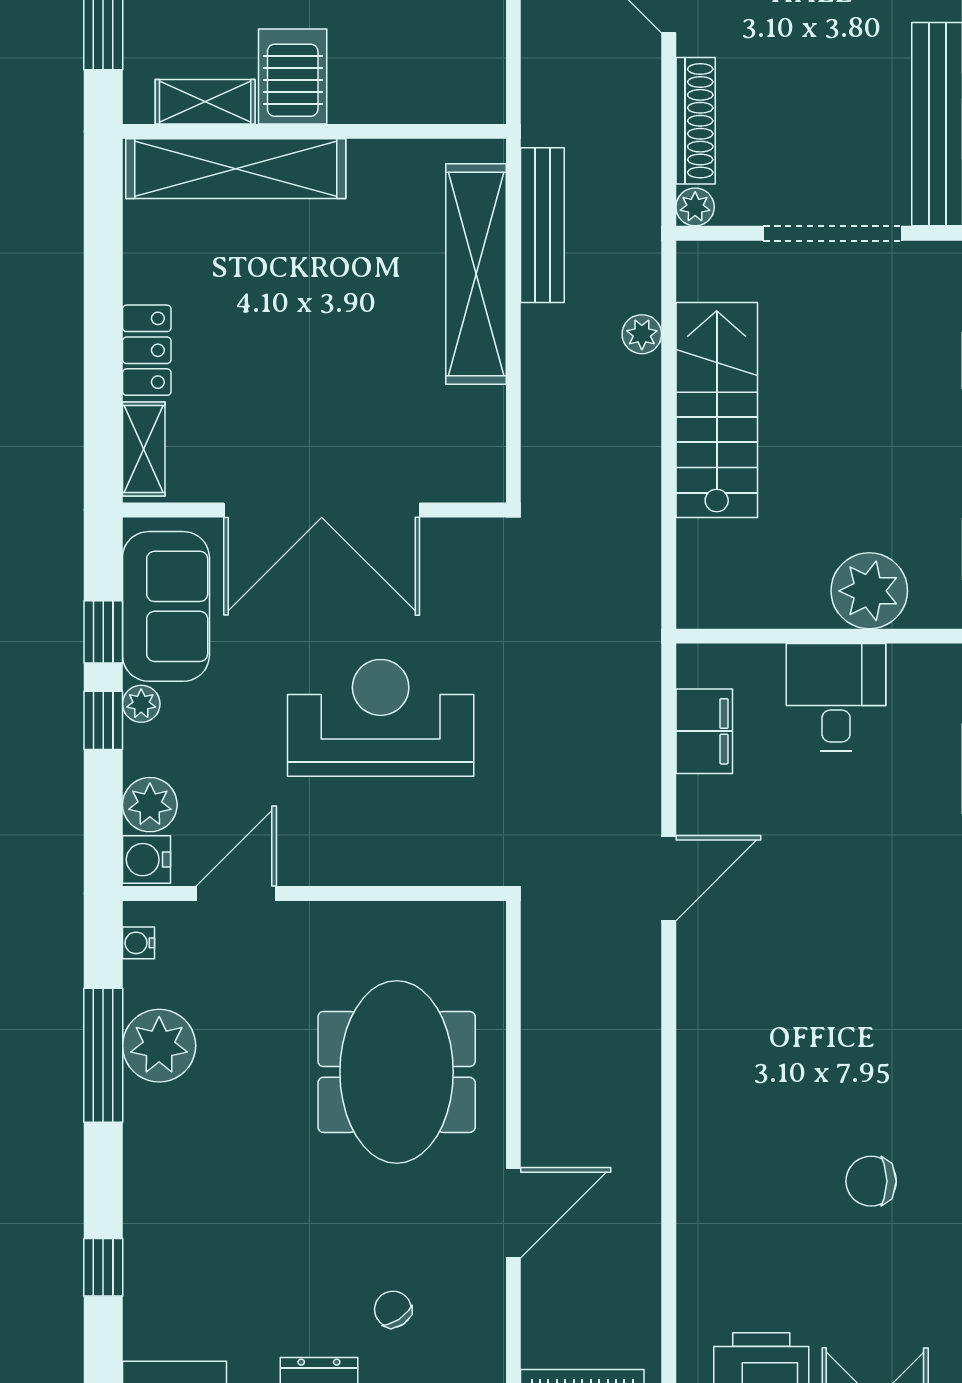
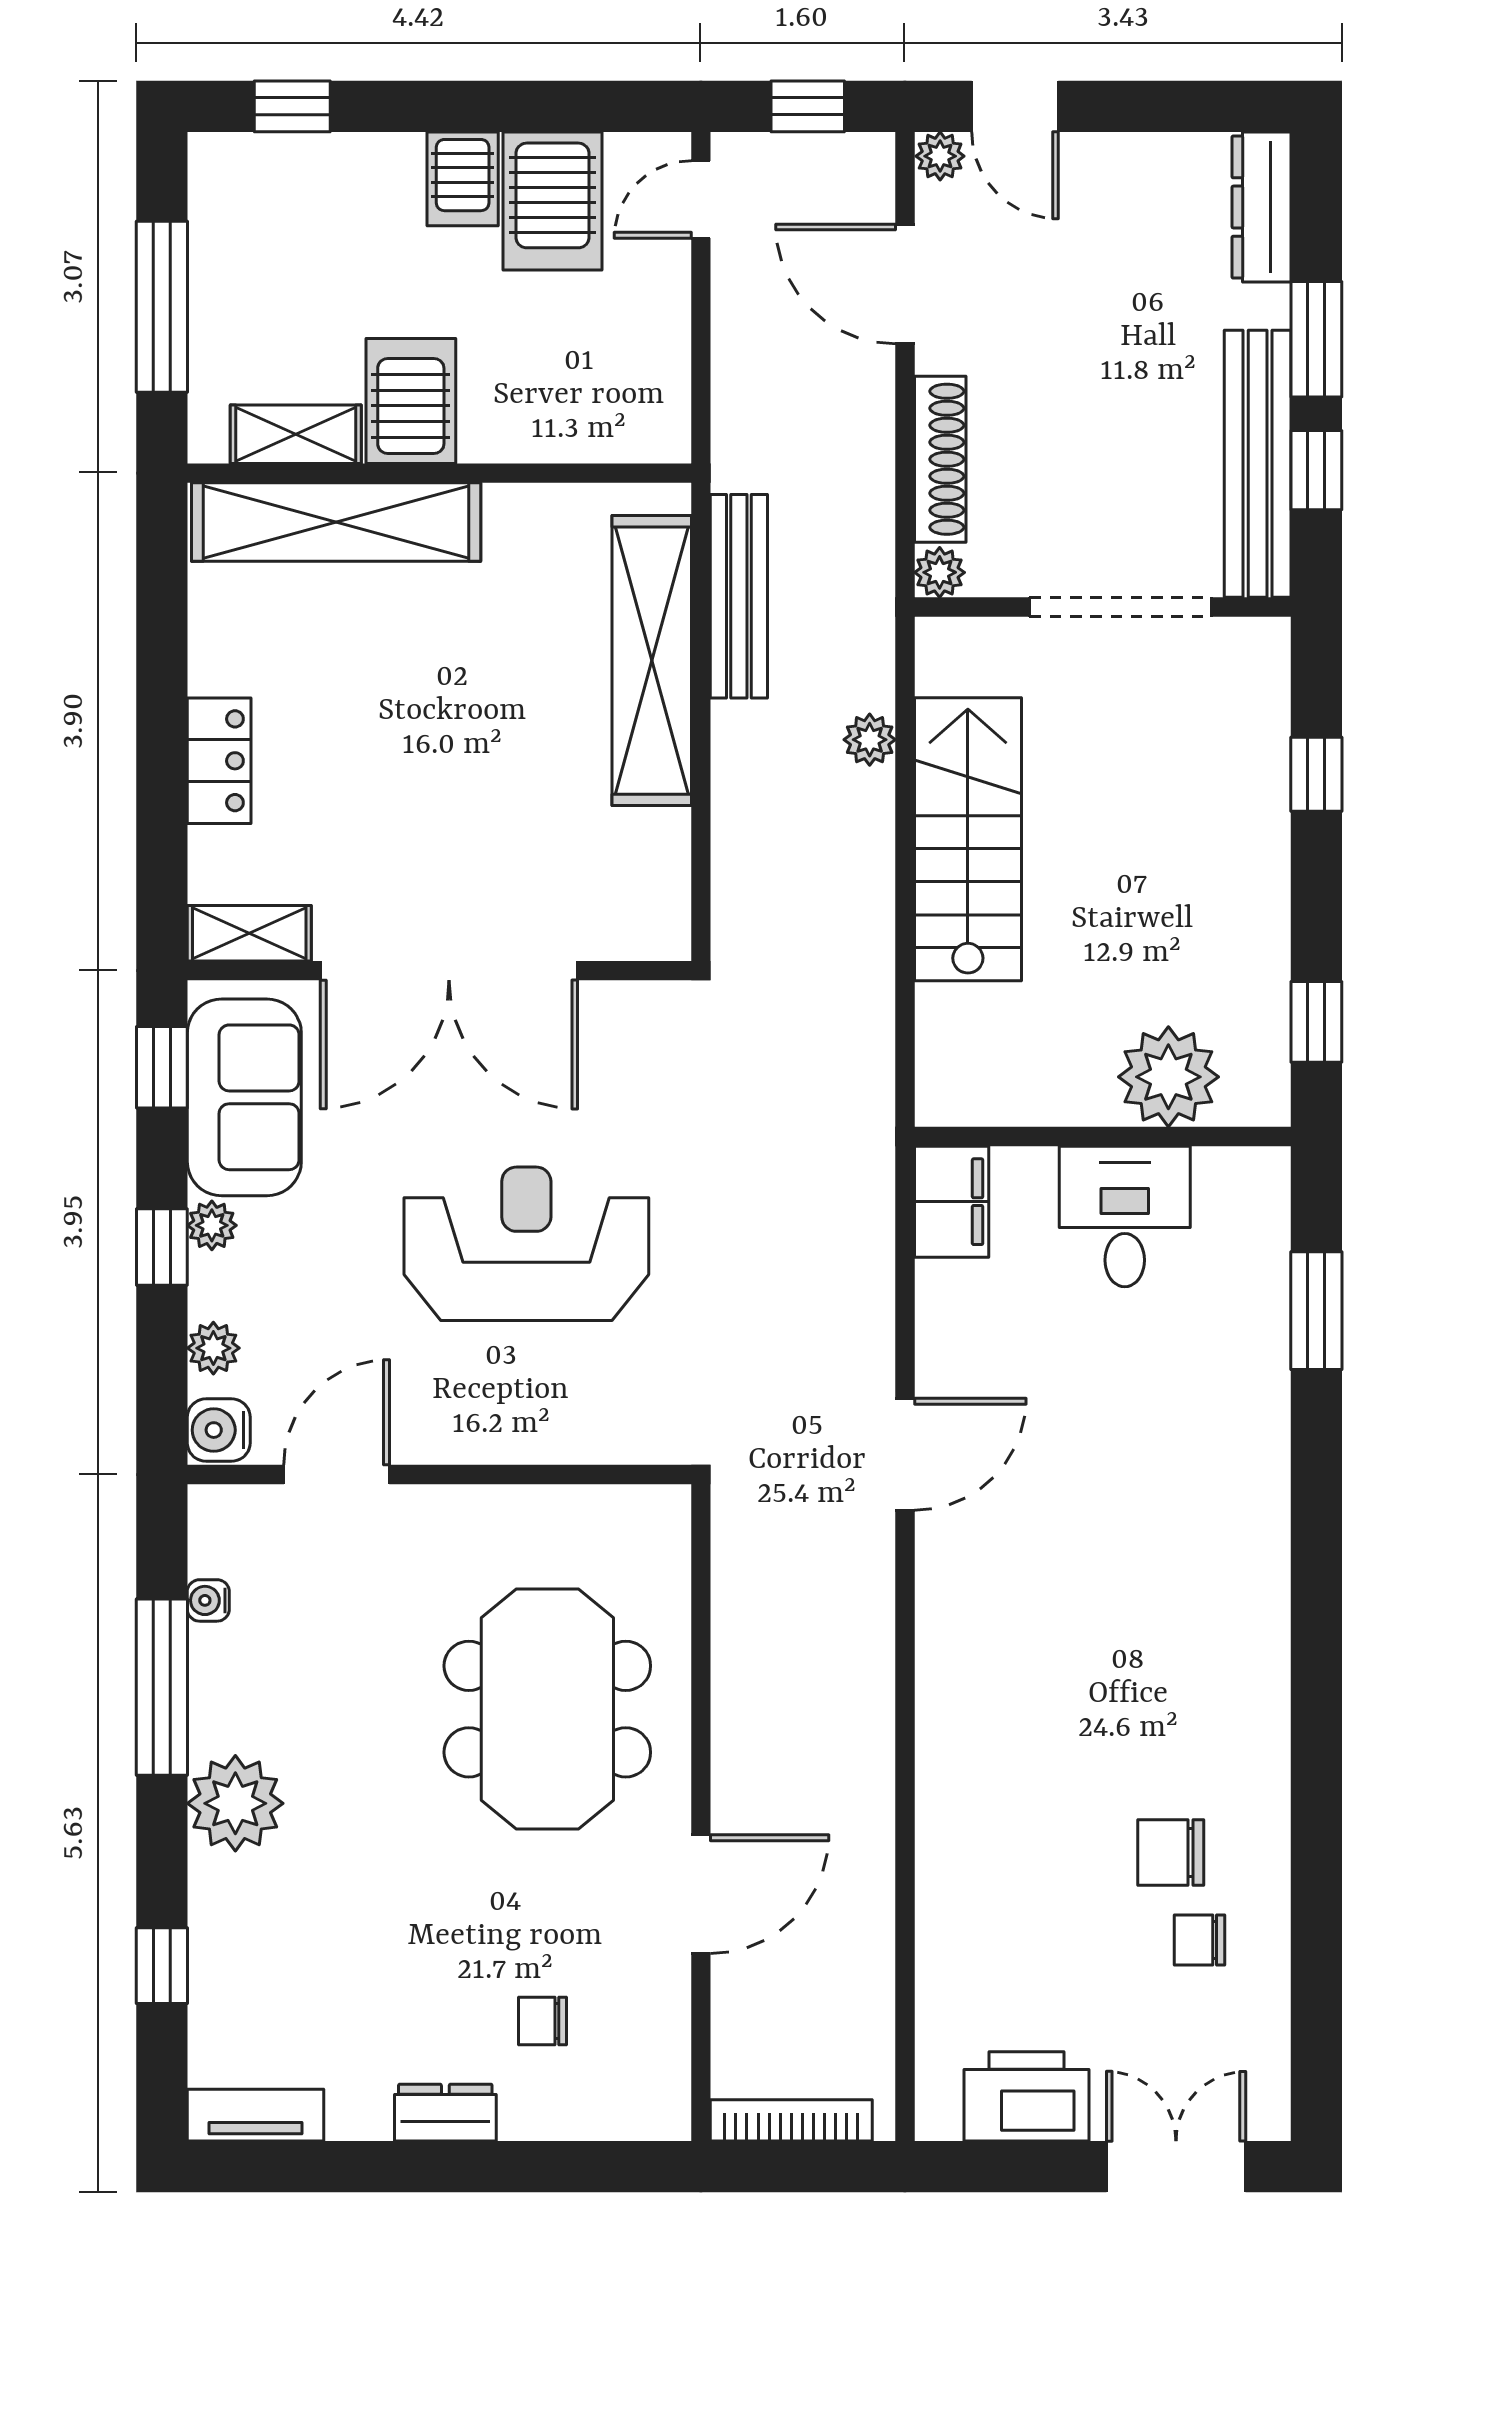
shelving: (144, 449) -> (249, 933), moved, turned 90
window: (103, 632) -> (162, 1067), moved
filing cabinet: (704, 731) -> (952, 1202), moved
plant: (150, 805) -> (213, 1348), width x0.73, depth x0.73
water cooler: (139, 943) -> (208, 1600), moved
plant: (159, 1046) -> (235, 1803), moved
chair: (893, 1248) -> (1199, 1940), added
chair: (393, 1309) -> (543, 2021), turned -56

